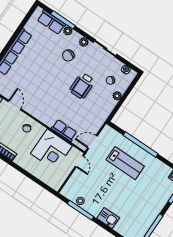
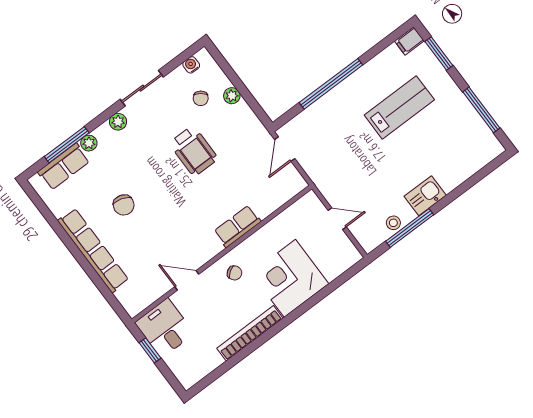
chair: (68, 56) -> (124, 205), moved
row of seats: (64, 130) -> (237, 226), moved
door: (92, 142) -> (285, 149), moved
corner desk: (51, 150) -> (290, 278), moved, turned 180
door: (79, 161) -> (337, 219), moved
lab bench: (125, 163) -> (399, 107), moved
kitchen sink: (108, 218) -> (425, 196), moved

